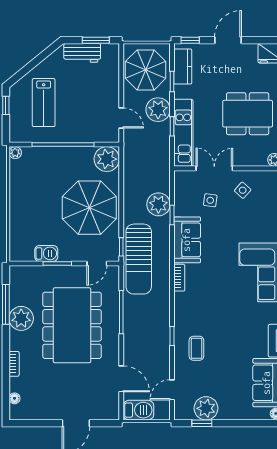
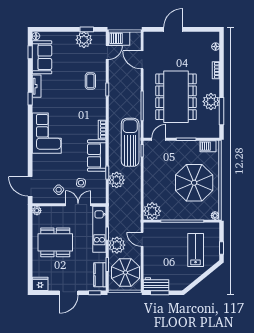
workbench: (82, 53) -> (156, 284), moved
double door: (214, 168) -> (78, 205), swing flipped
parasol: (89, 208) -> (194, 183), moved
barbecue: (46, 253) -> (208, 146), moved
barbecue: (138, 410) -> (119, 38), moved

